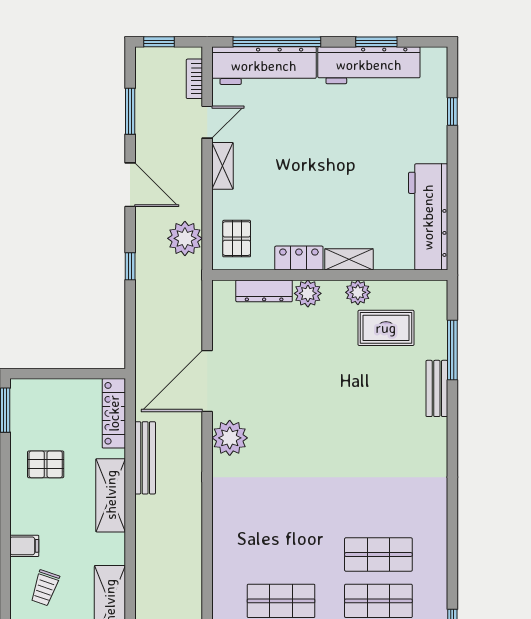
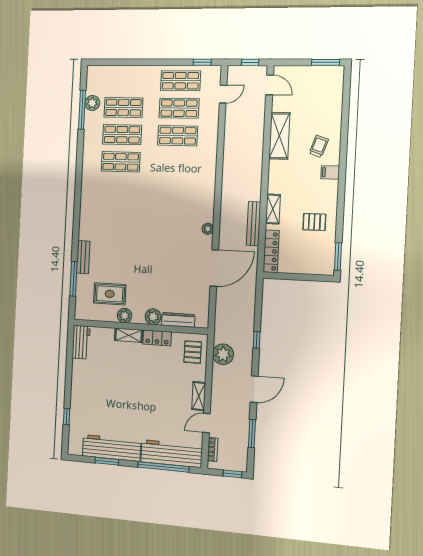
door: (130, 185) -> (254, 389), swing flipped
workbench: (428, 217) -> (81, 342), width x0.53, depth x0.76
plant: (230, 438) -> (208, 229), width x0.53, depth x0.53
shelving: (111, 495) -> (273, 209), width x0.67, depth x0.75

